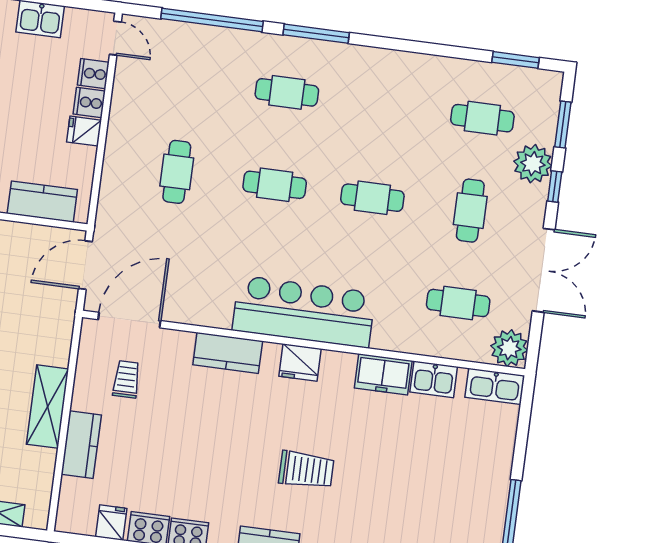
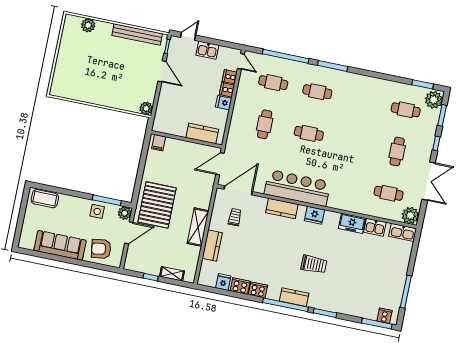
plant: (533, 164) -> (434, 100), moved
cafe table: (372, 198) -> (273, 83), moved
bar counter: (304, 312) -> (297, 188), moved

